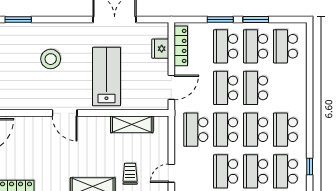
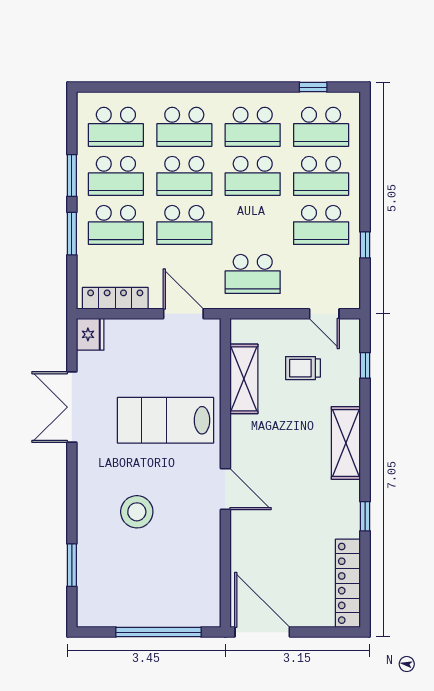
fridge: (160, 49) -> (90, 334), moved, turned -90
door: (65, 113) -> (225, 489), hinge flipped
school desk: (226, 130) -> (184, 127), moved
trolley: (130, 174) -> (303, 368), moved

